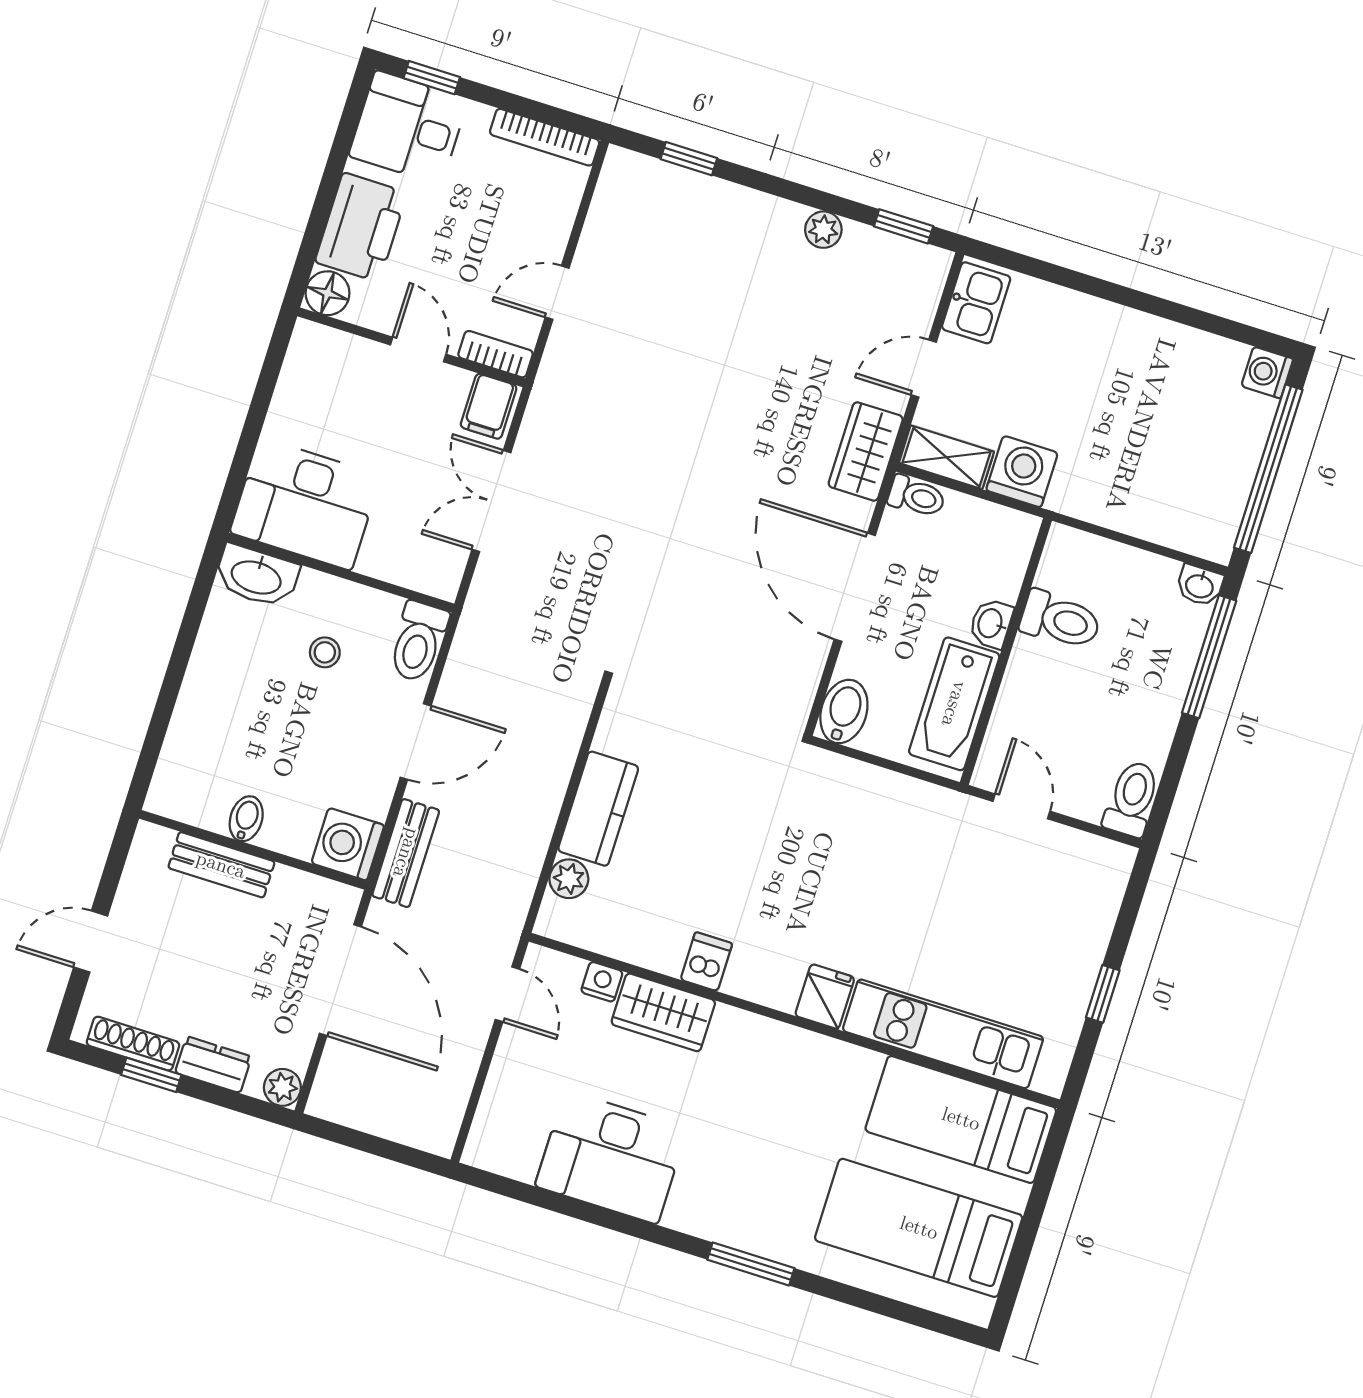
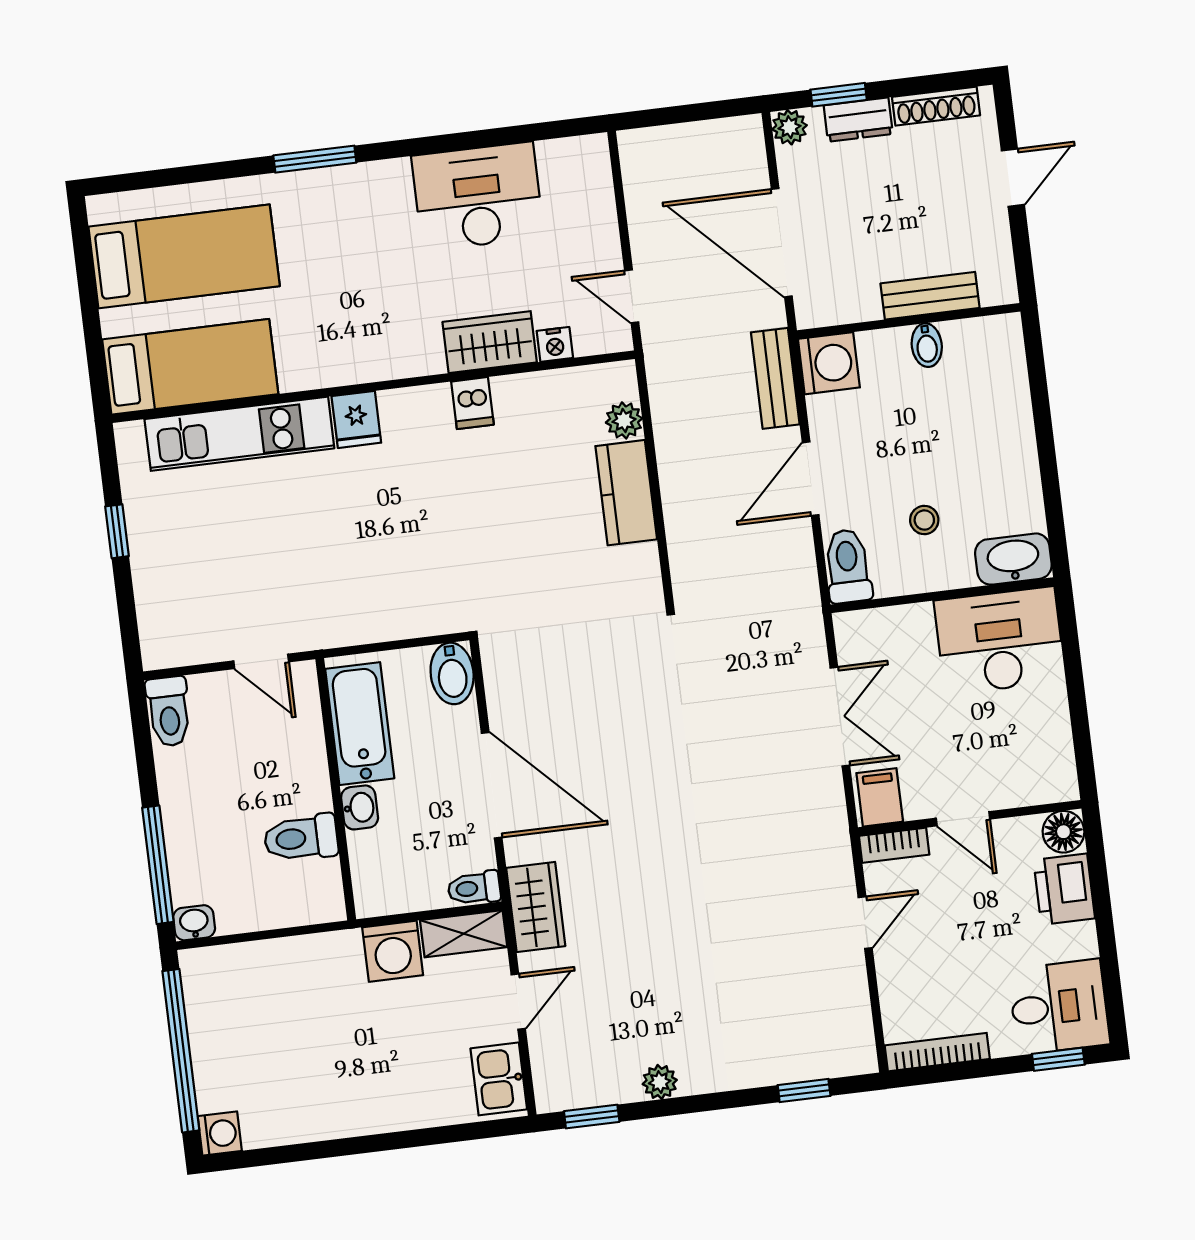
printer: (361, 227) -> (1064, 889), width x0.73, depth x0.84
window: (151, 1075) -> (839, 95), moved

